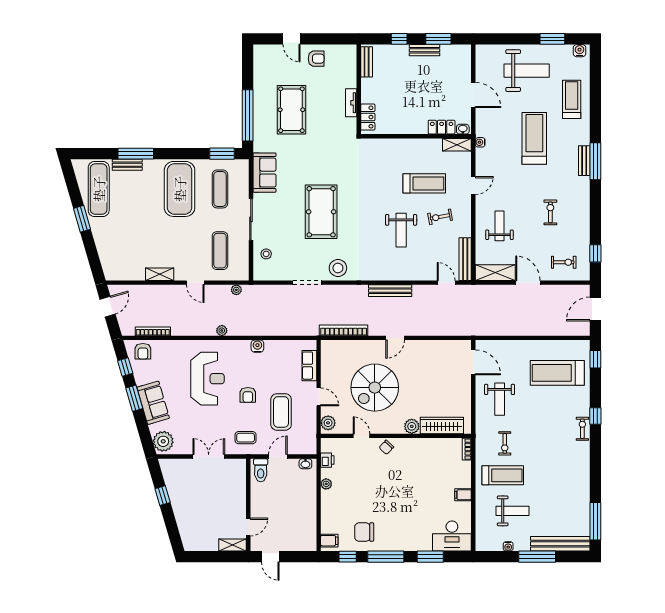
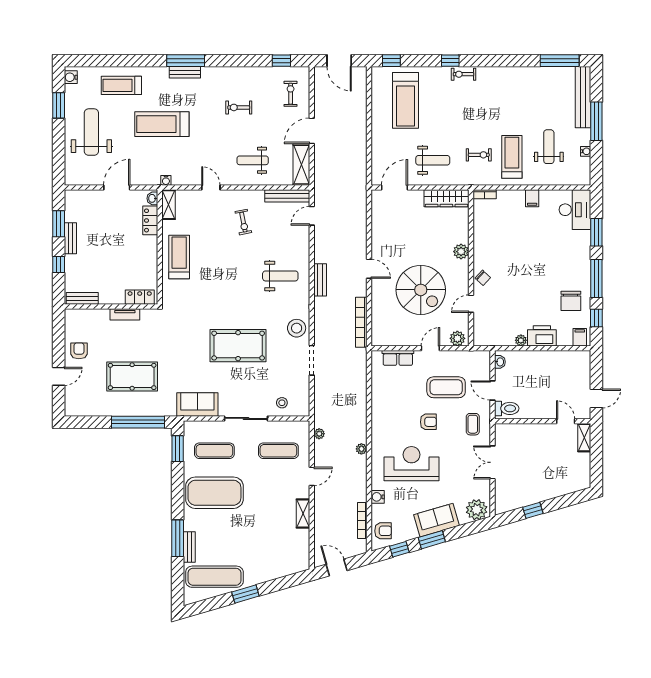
treadmill: (424, 183) -> (179, 257), moved
weight bench: (401, 230) -> (280, 276), moved
bench: (390, 291) -> (320, 280), width x0.73
water cooler: (257, 346) -> (378, 497), moved
wardrobe: (442, 425) -> (446, 198), moved, turned -90
printer: (327, 460) -> (542, 336), moved, width x1.87, depth x1.48

